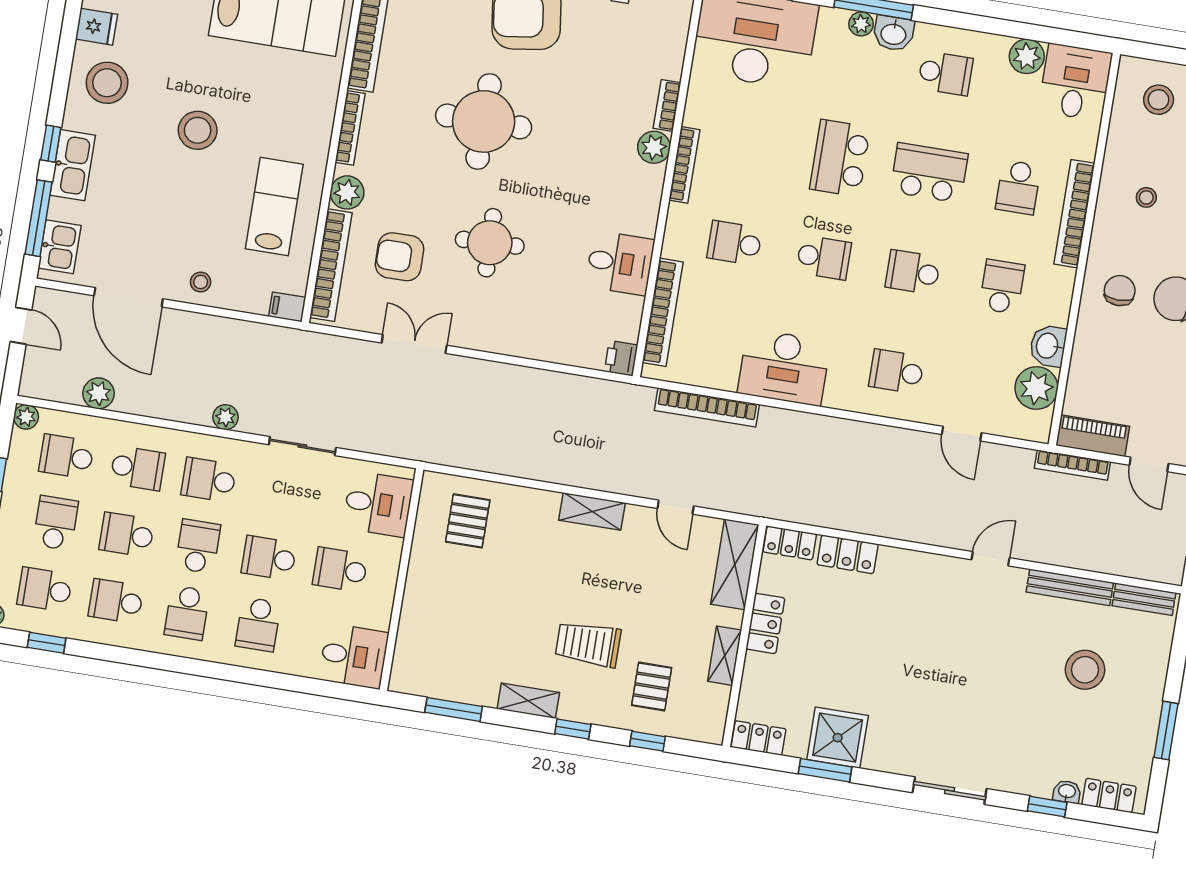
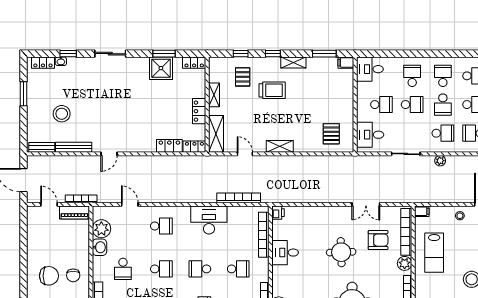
filing cabinet: (407, 681) -> (346, 63), added

